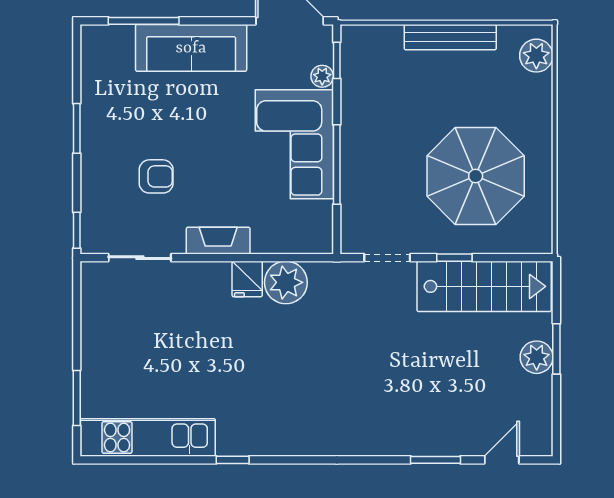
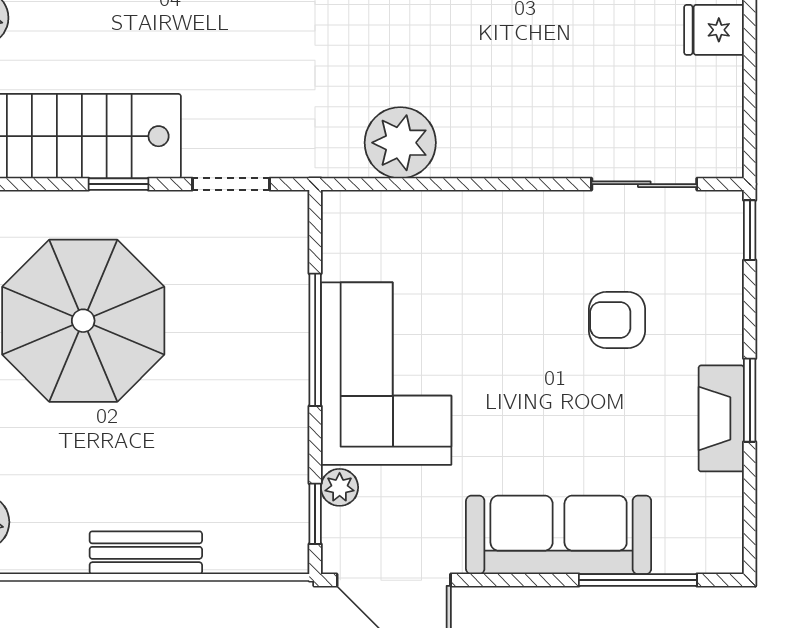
bench: (450, 37) -> (146, 553), width x0.73
fireplace: (218, 241) -> (721, 418), moved, turned 90
fridge: (247, 279) -> (714, 30), moved, turned -90

